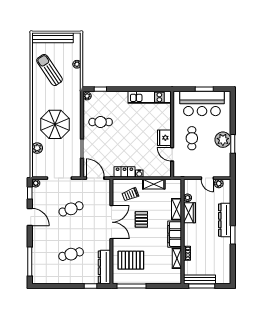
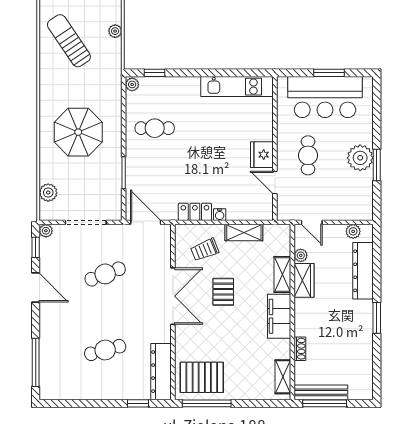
plant: (37, 148) -> (48, 193), moved
door: (207, 178) -> (312, 222), moved
dresser: (225, 220) -> (363, 271), moved
shelving: (177, 258) -> (283, 377), moved
pallet: (131, 260) -> (202, 377), moved

